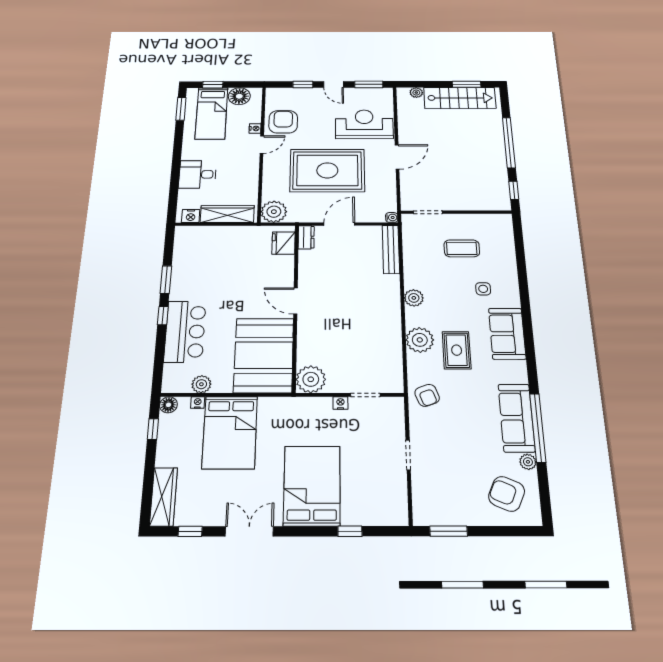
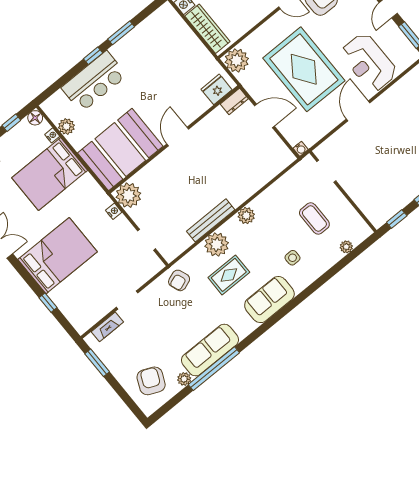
reception desk: (364, 124) -> (369, 62), turned 180
door: (397, 157) -> (358, 111), swing flipped
plant: (508, 242) -> (346, 247), added
bench: (391, 249) -> (211, 220), moved
nightstand: (340, 403) -> (114, 211), moved
fireplace: (420, 493) -> (107, 327), added

